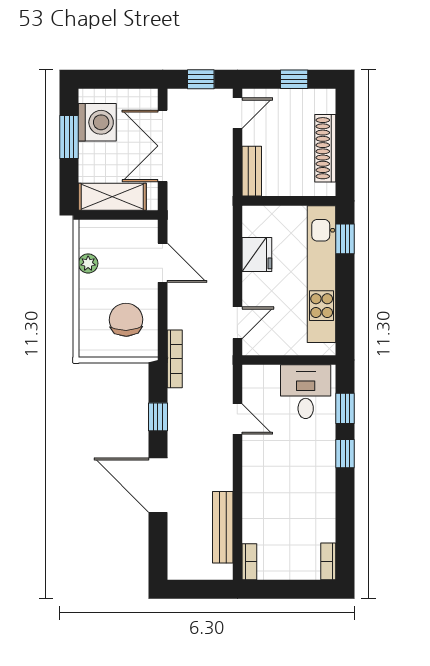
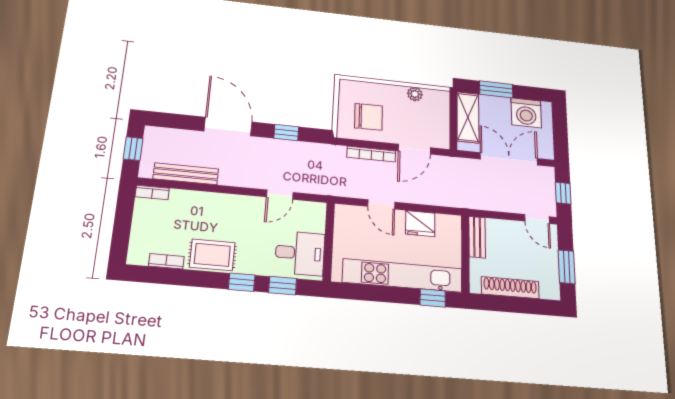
window: (294, 79) -> (567, 267), width x1.50
window: (69, 137) -> (496, 89), moved
bench: (252, 171) -> (477, 237), moved, turned 90
door: (237, 323) -> (381, 204), moved
bookcase: (175, 359) -> (371, 154), moved
door: (158, 485) -> (228, 126), hinge flipped
rug: (317, 488) -> (212, 255), added
bookcase: (328, 561) -> (166, 261), moved
window: (198, 589) -> (133, 149), added

